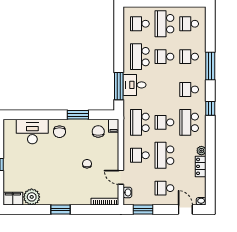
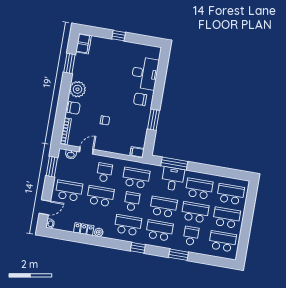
school desk: (140, 24) -> (231, 194), width x1.85
school desk: (189, 24) -> (222, 241), width x1.85
school desk: (164, 57) -> (195, 212), width x1.85
window: (210, 66) -> (178, 255), width x0.69
school desk: (164, 89) -> (163, 207), added
school desk: (189, 89) -> (159, 231), width x1.85
chair: (98, 131) -> (74, 108), moved
school desk: (164, 188) -> (69, 191), width x1.85
plant: (32, 197) -> (77, 89), moved
window: (61, 210) -> (69, 63), moved

